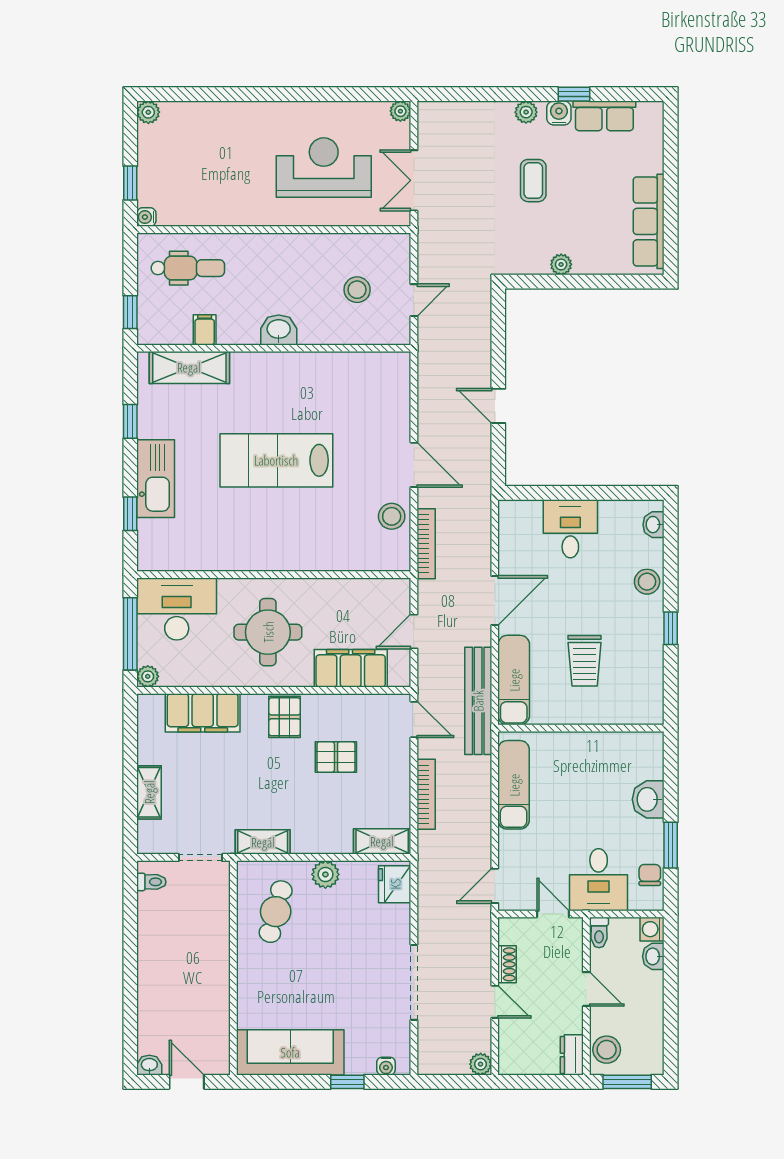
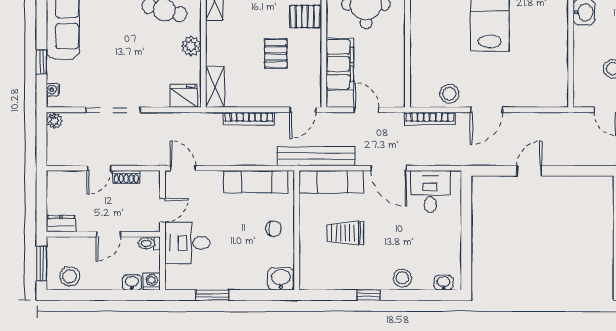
desk: (570, 529) -> (430, 192), moved, turned -90
washbasin: (648, 799) -> (281, 279), moved
chair: (650, 875) -> (274, 229), moved
stool: (607, 1050) -> (70, 276), moved
plant: (481, 1064) -> (54, 121), moved

